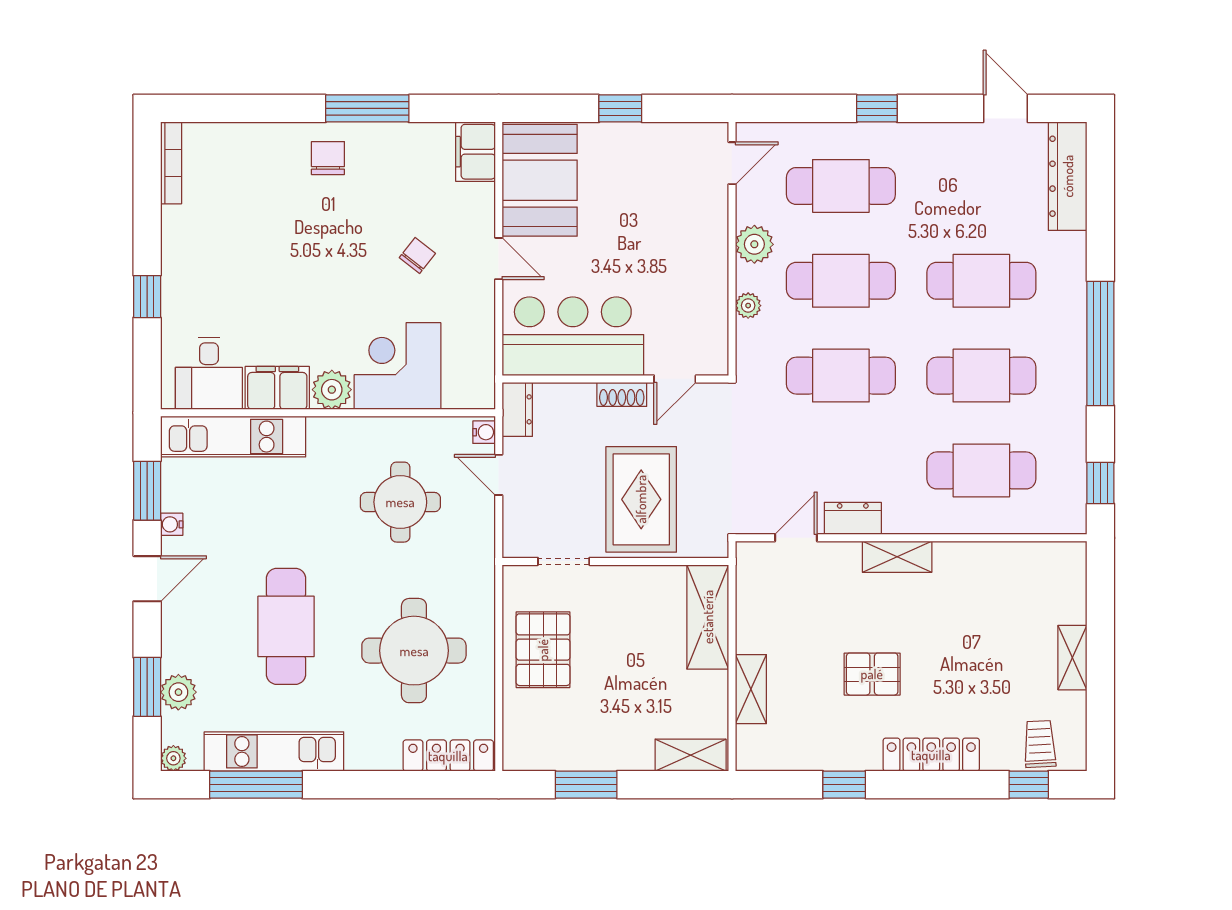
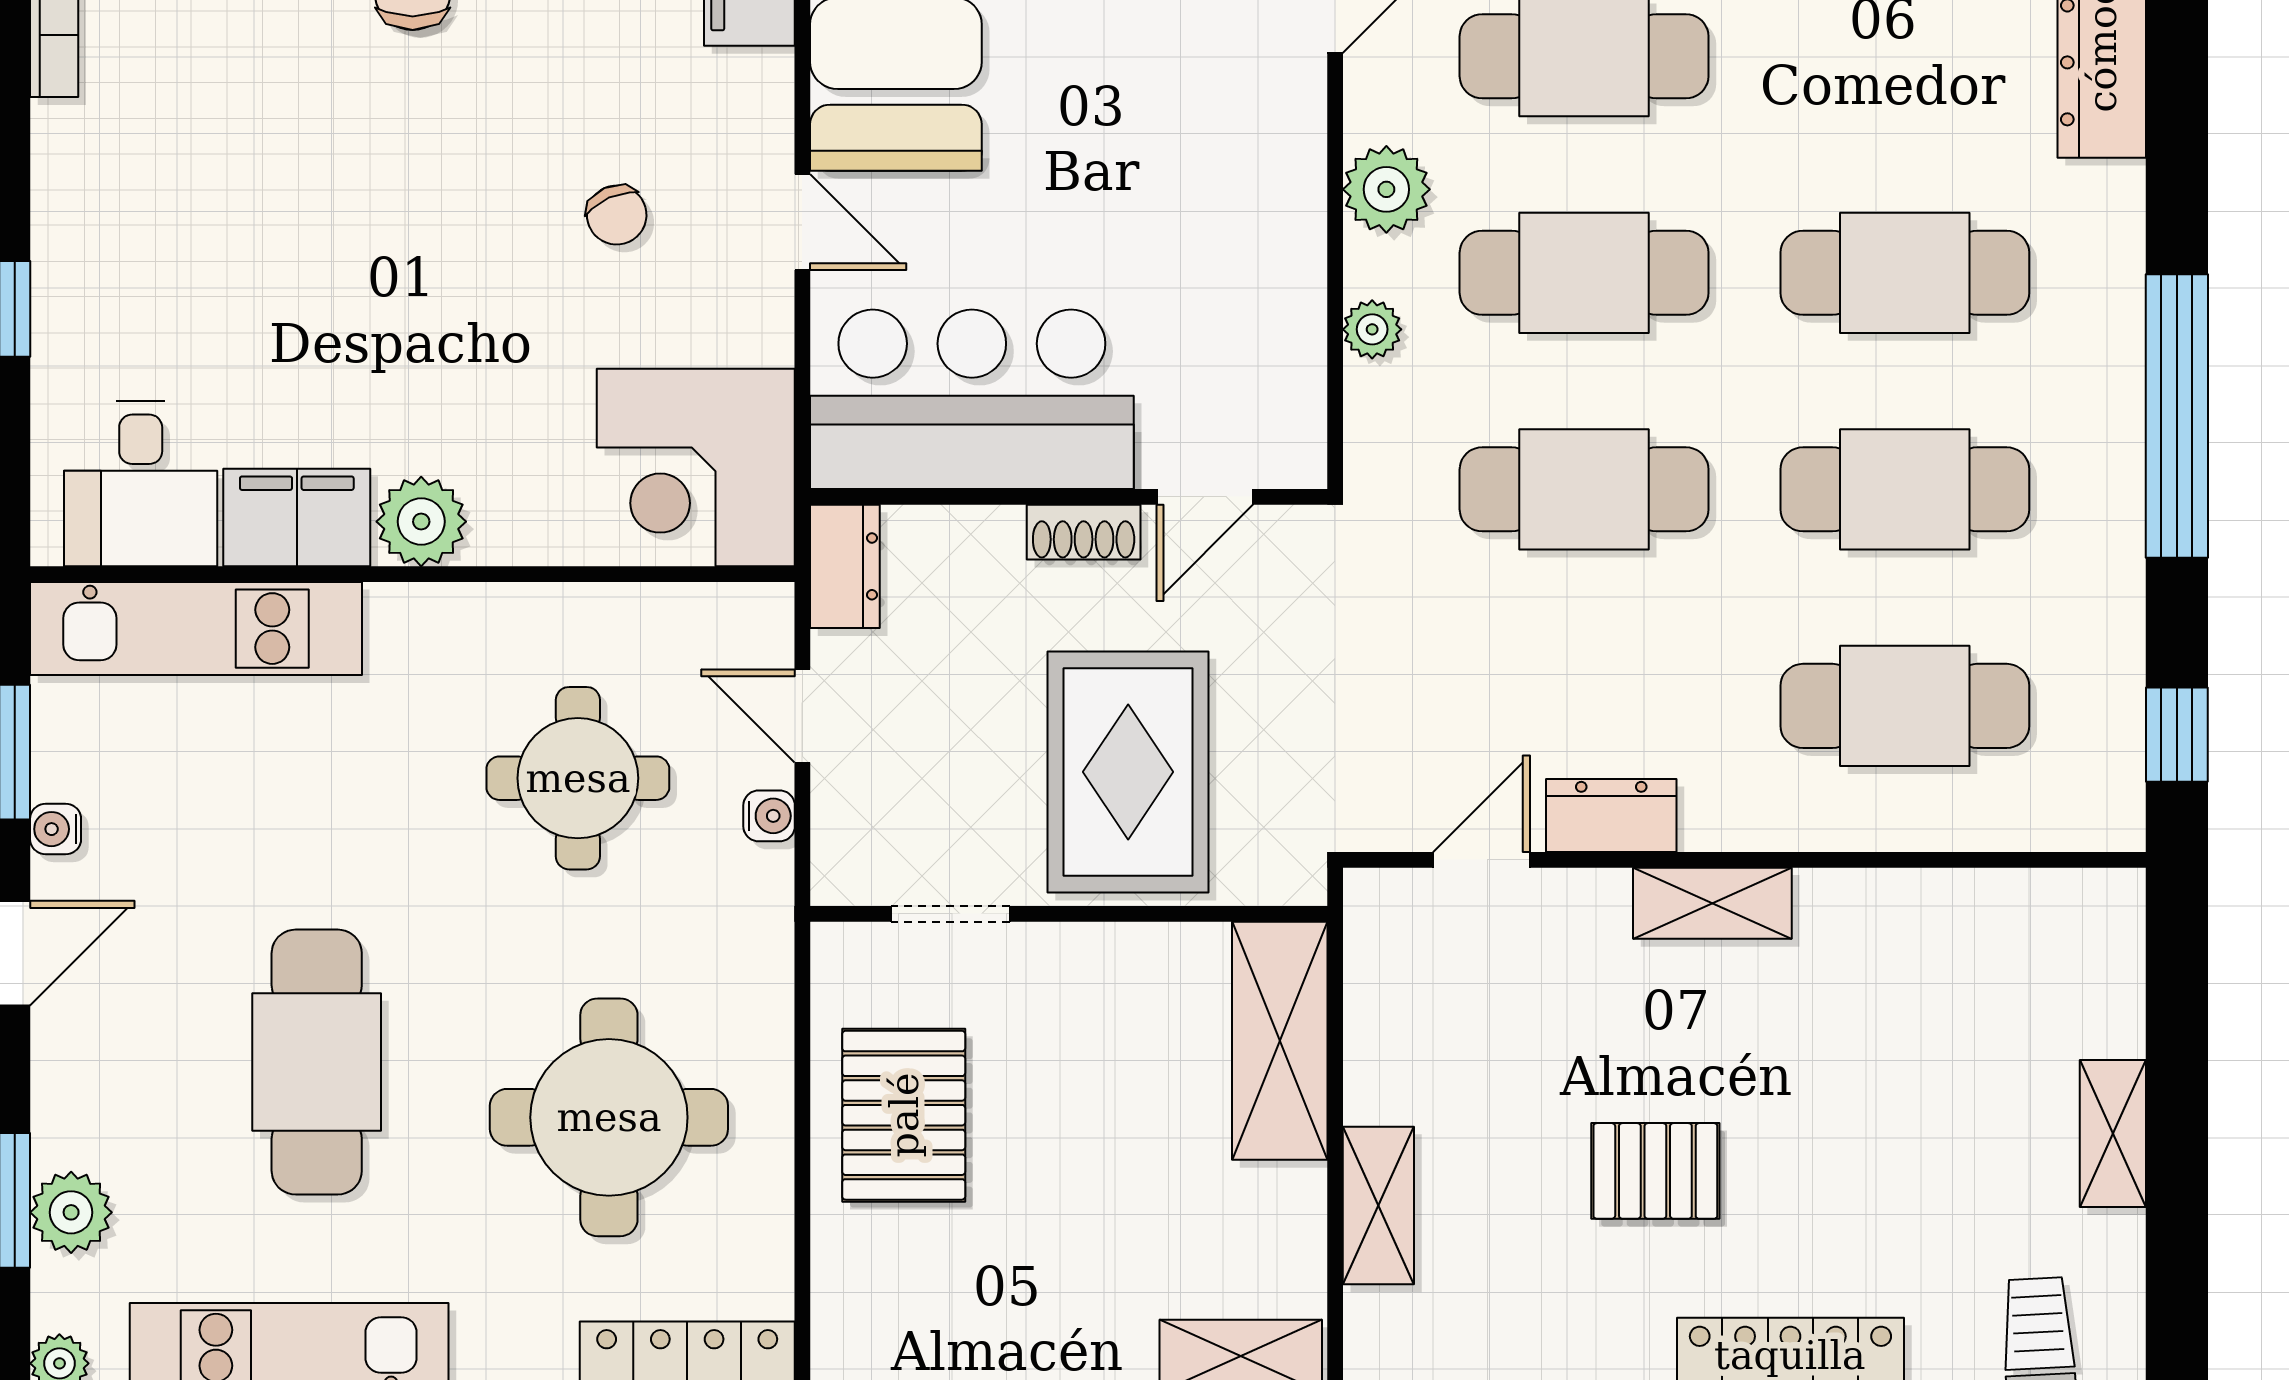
chair: (417, 255) -> (617, 215), turned 118
corner desk: (397, 366) -> (696, 467), moved, turned -90
water cooler: (484, 432) -> (769, 816), moved

